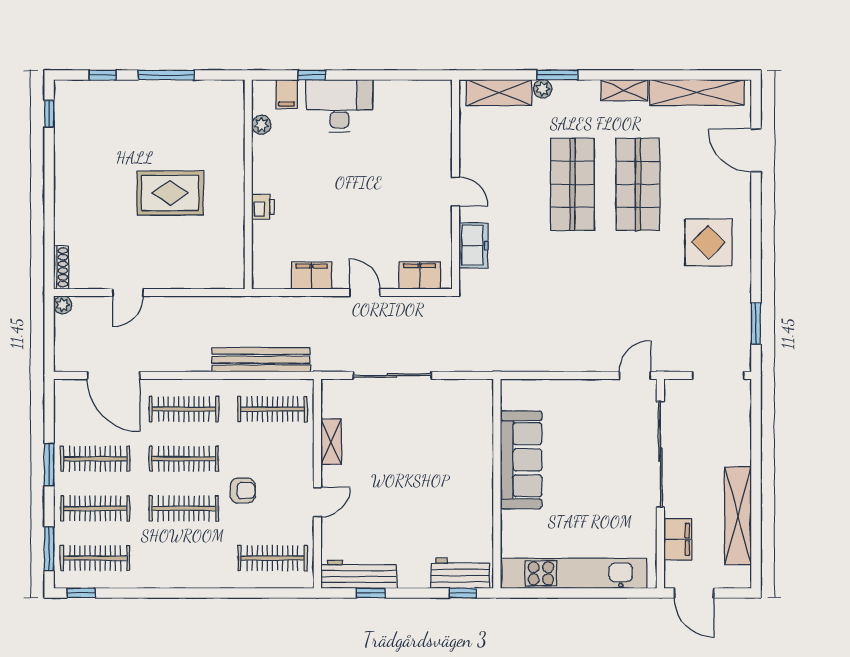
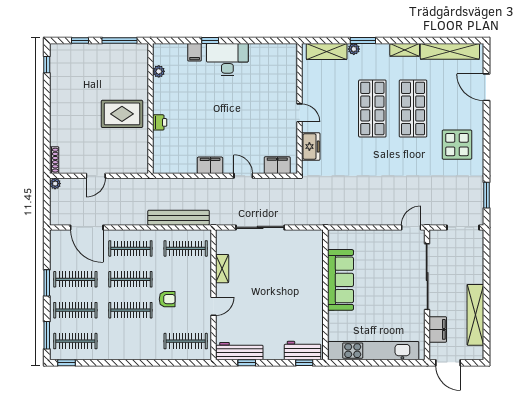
plant: (261, 125) -> (159, 71), moved
wall: (248, 184) -> (151, 108), moved
printer: (263, 207) -> (160, 122), moved

